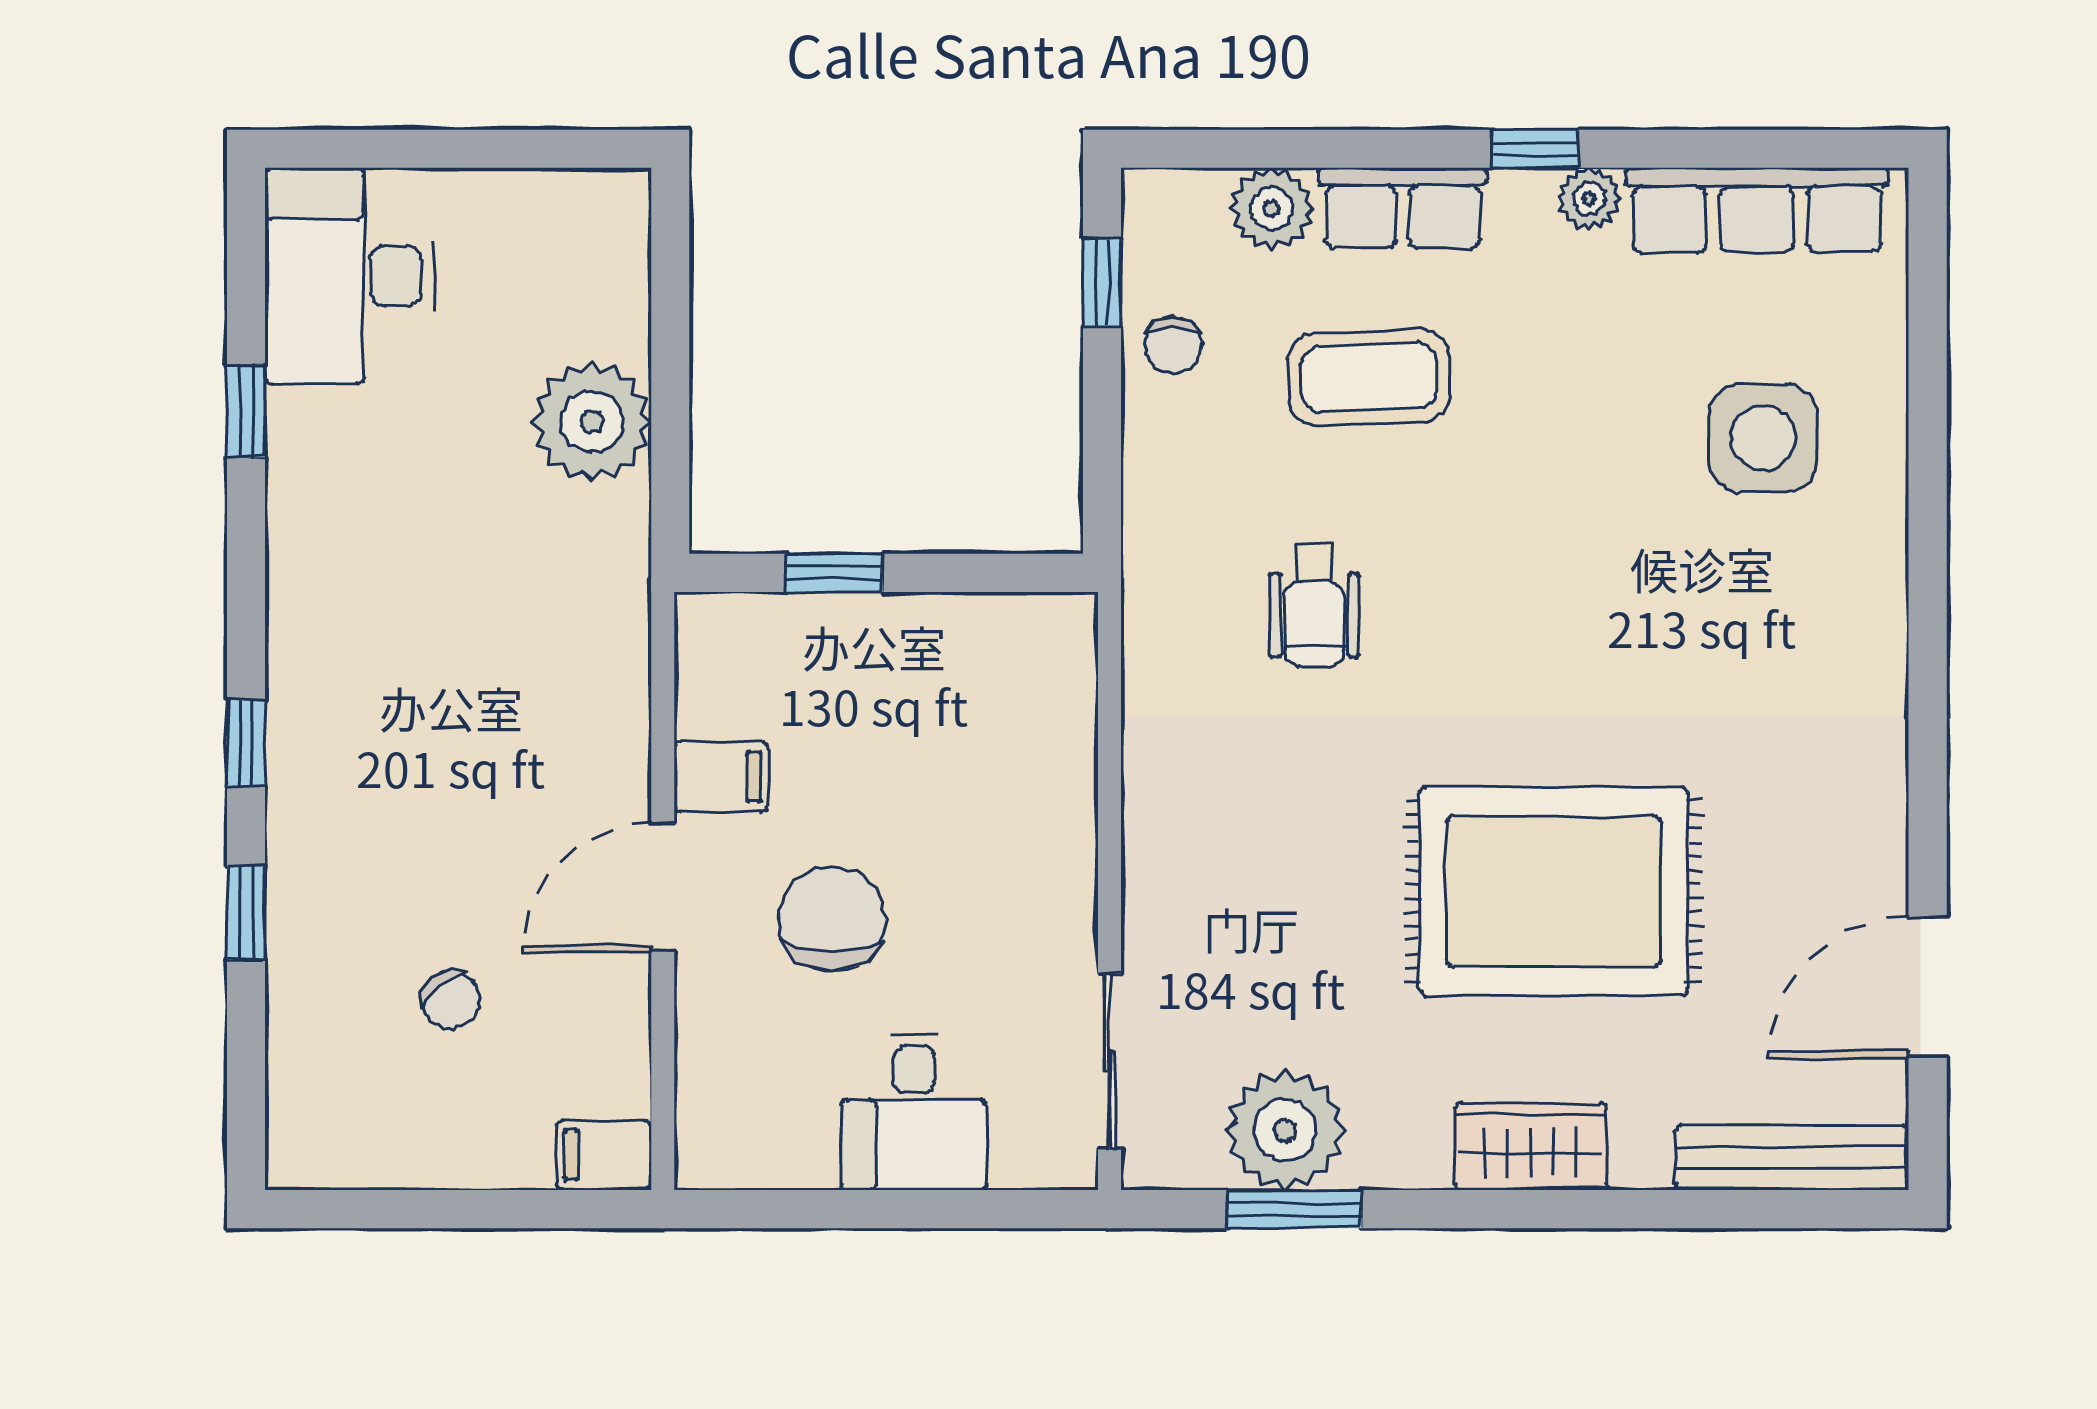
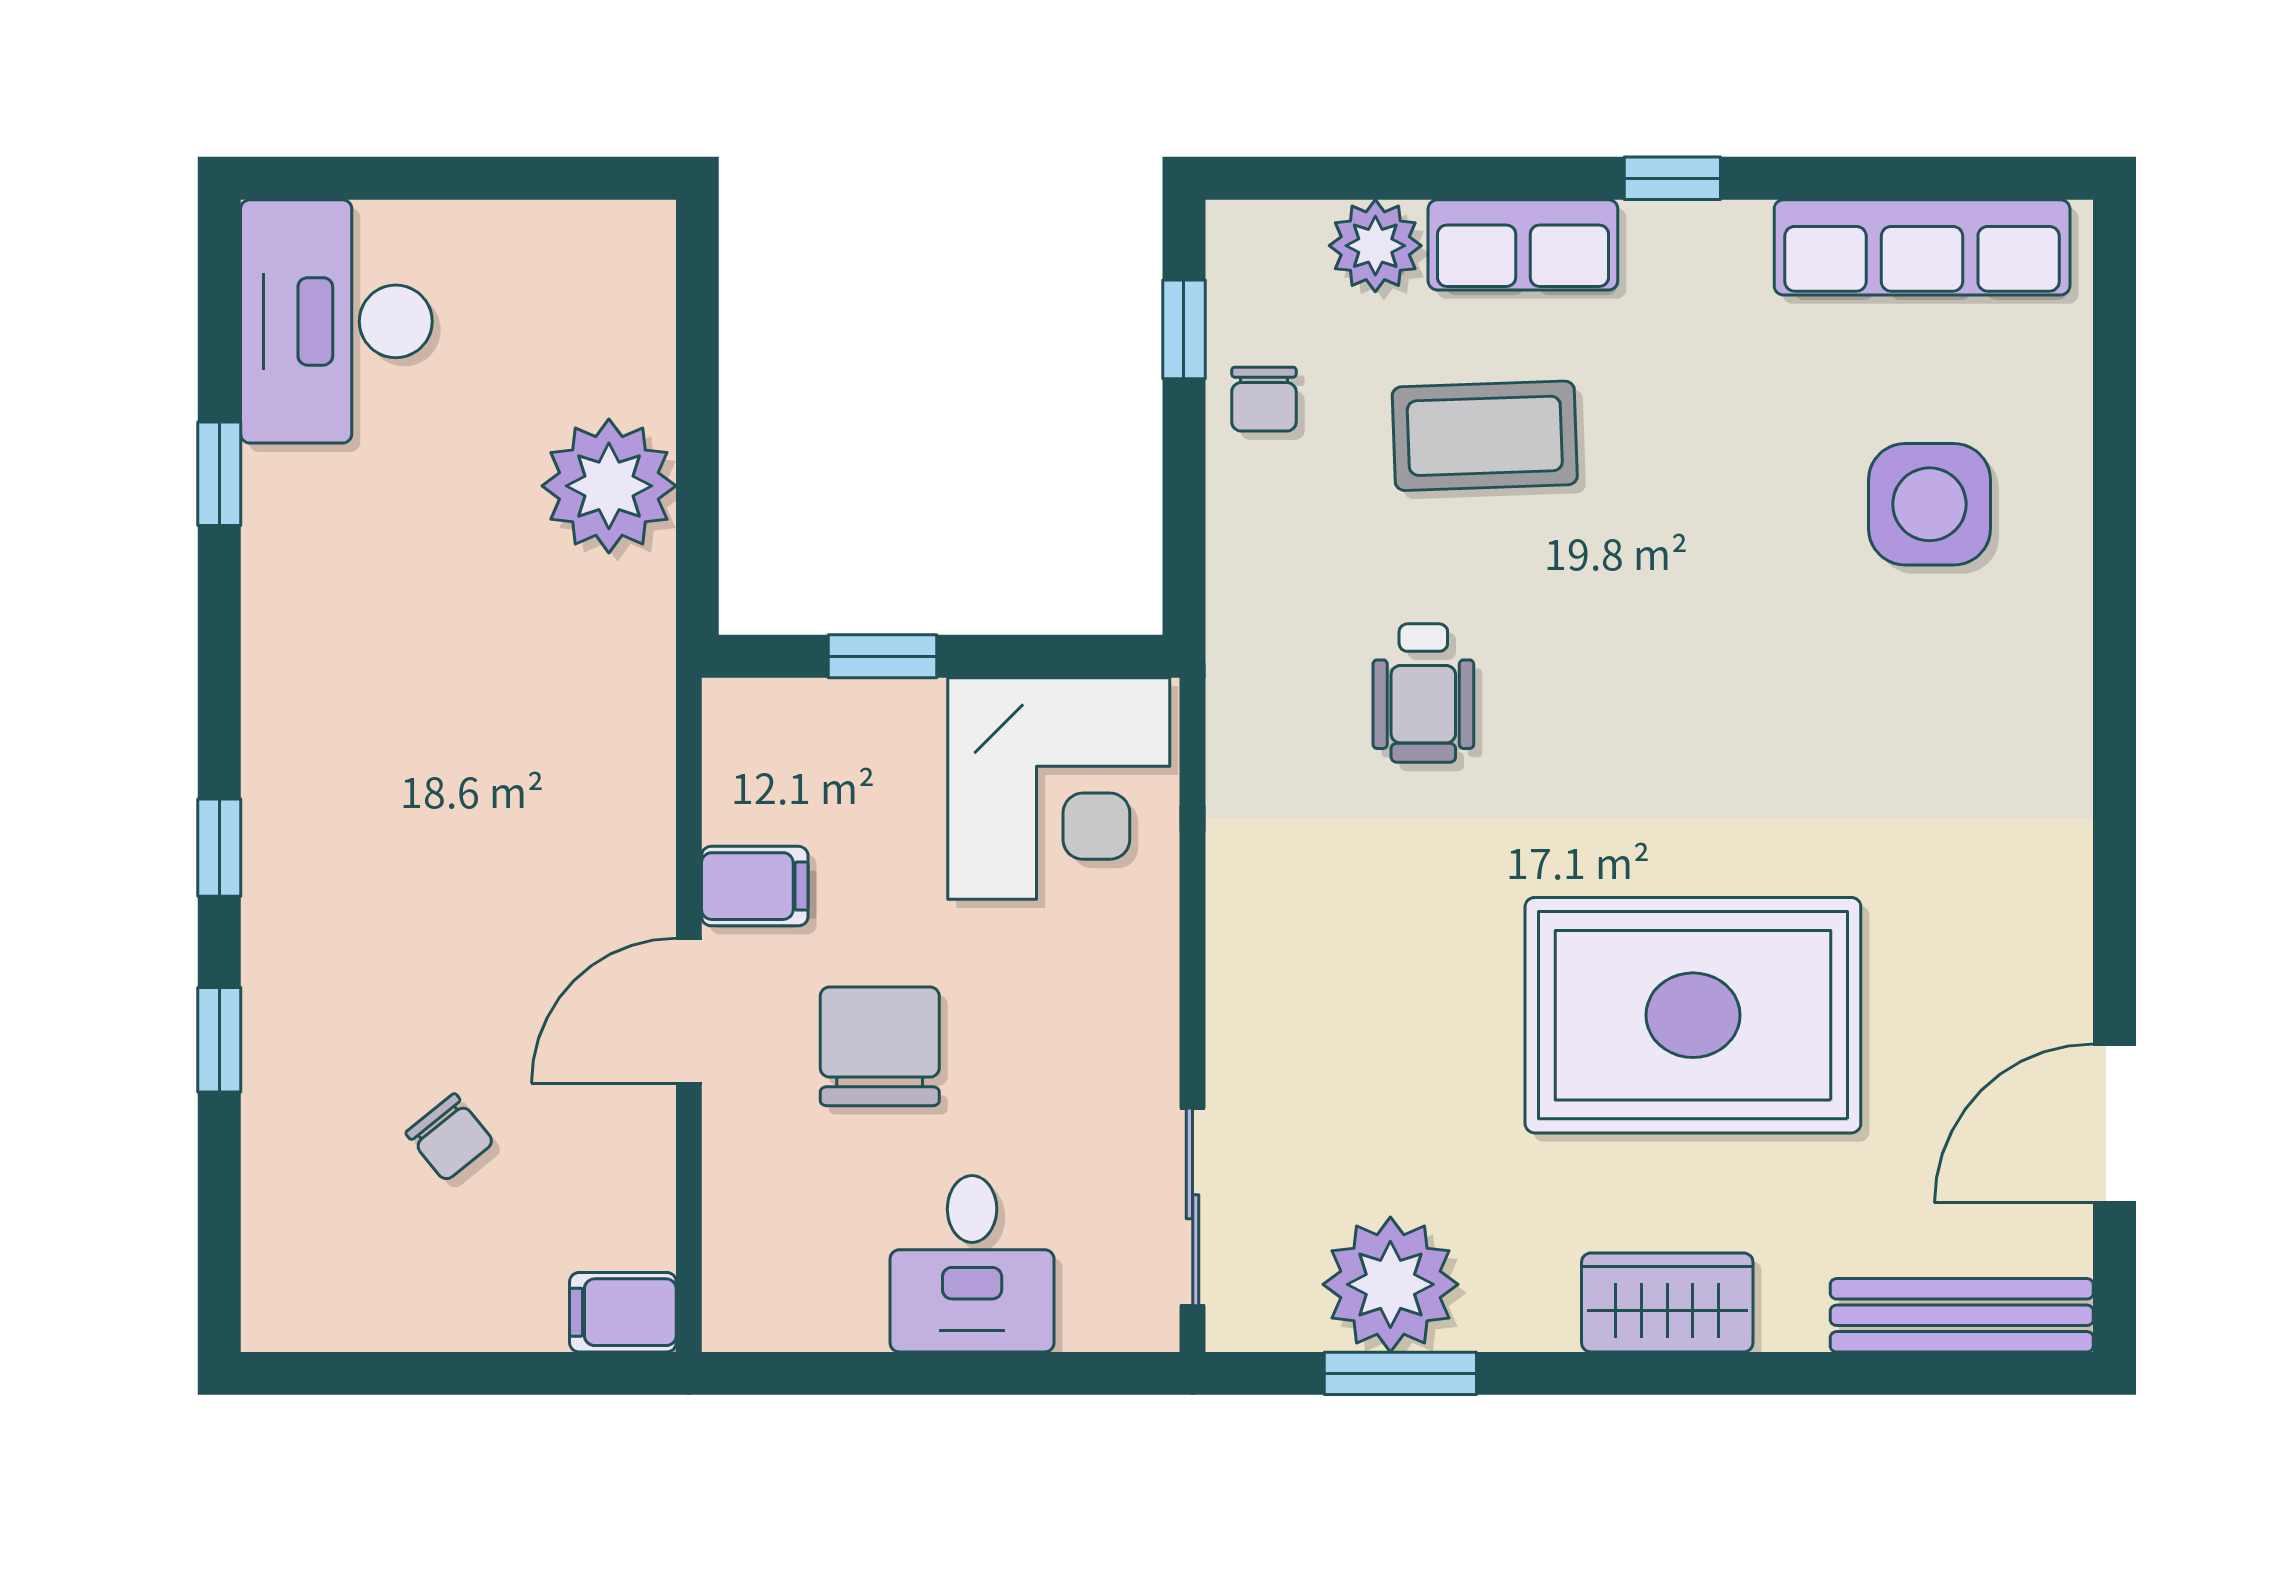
plant: (1589, 198) -> (1733, 234), removed
corner desk: (991, 690) -> (1059, 789), added

